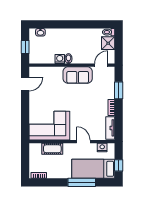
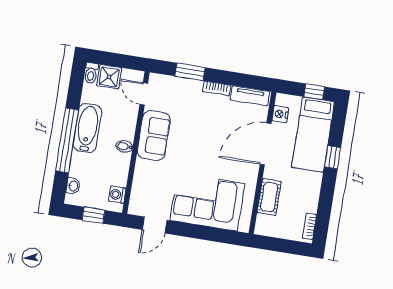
window: (67, 24) -> (67, 140), added
bathtub: (76, 35) -> (87, 128), added
washing machine: (60, 59) -> (117, 195), moved
door: (25, 84) -> (155, 225), swing flipped
corner sofa: (49, 126) -> (207, 202), moved, turned 90
door: (83, 142) -> (266, 144), width x1.87
window: (82, 182) -> (333, 157), width x0.46

